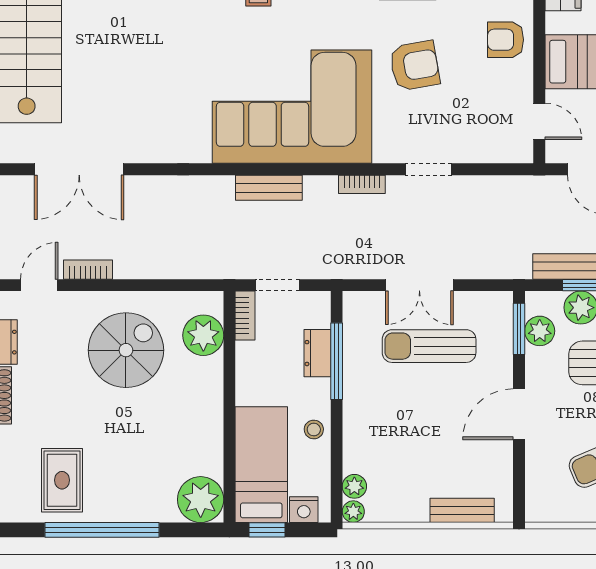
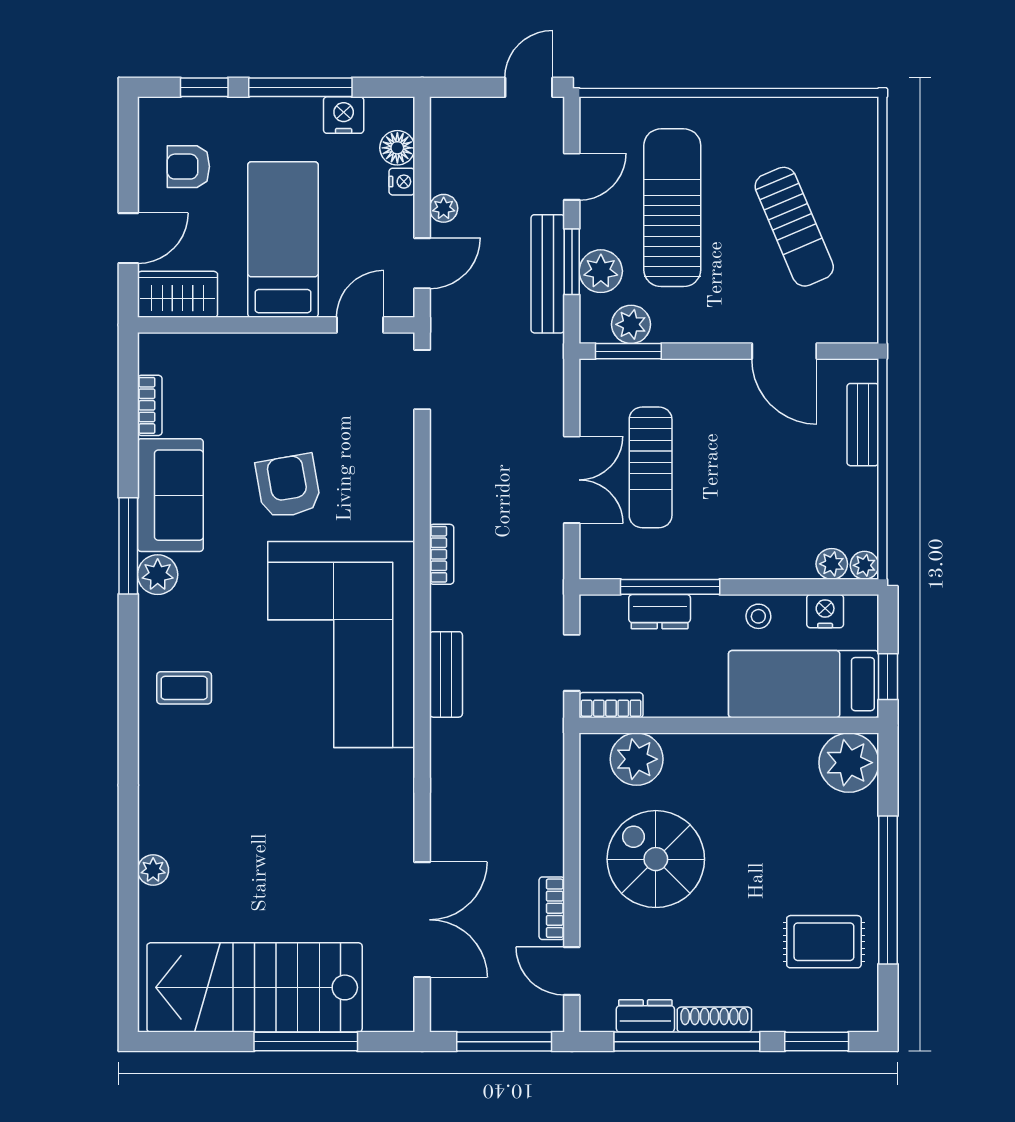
armchair: (506, 40) -> (255, 368), removed
doorway: (429, 169) -> (422, 380), moved
door: (519, 414) -> (784, 351), moved
nightstand: (304, 510) -> (825, 611), moved, turned -90

